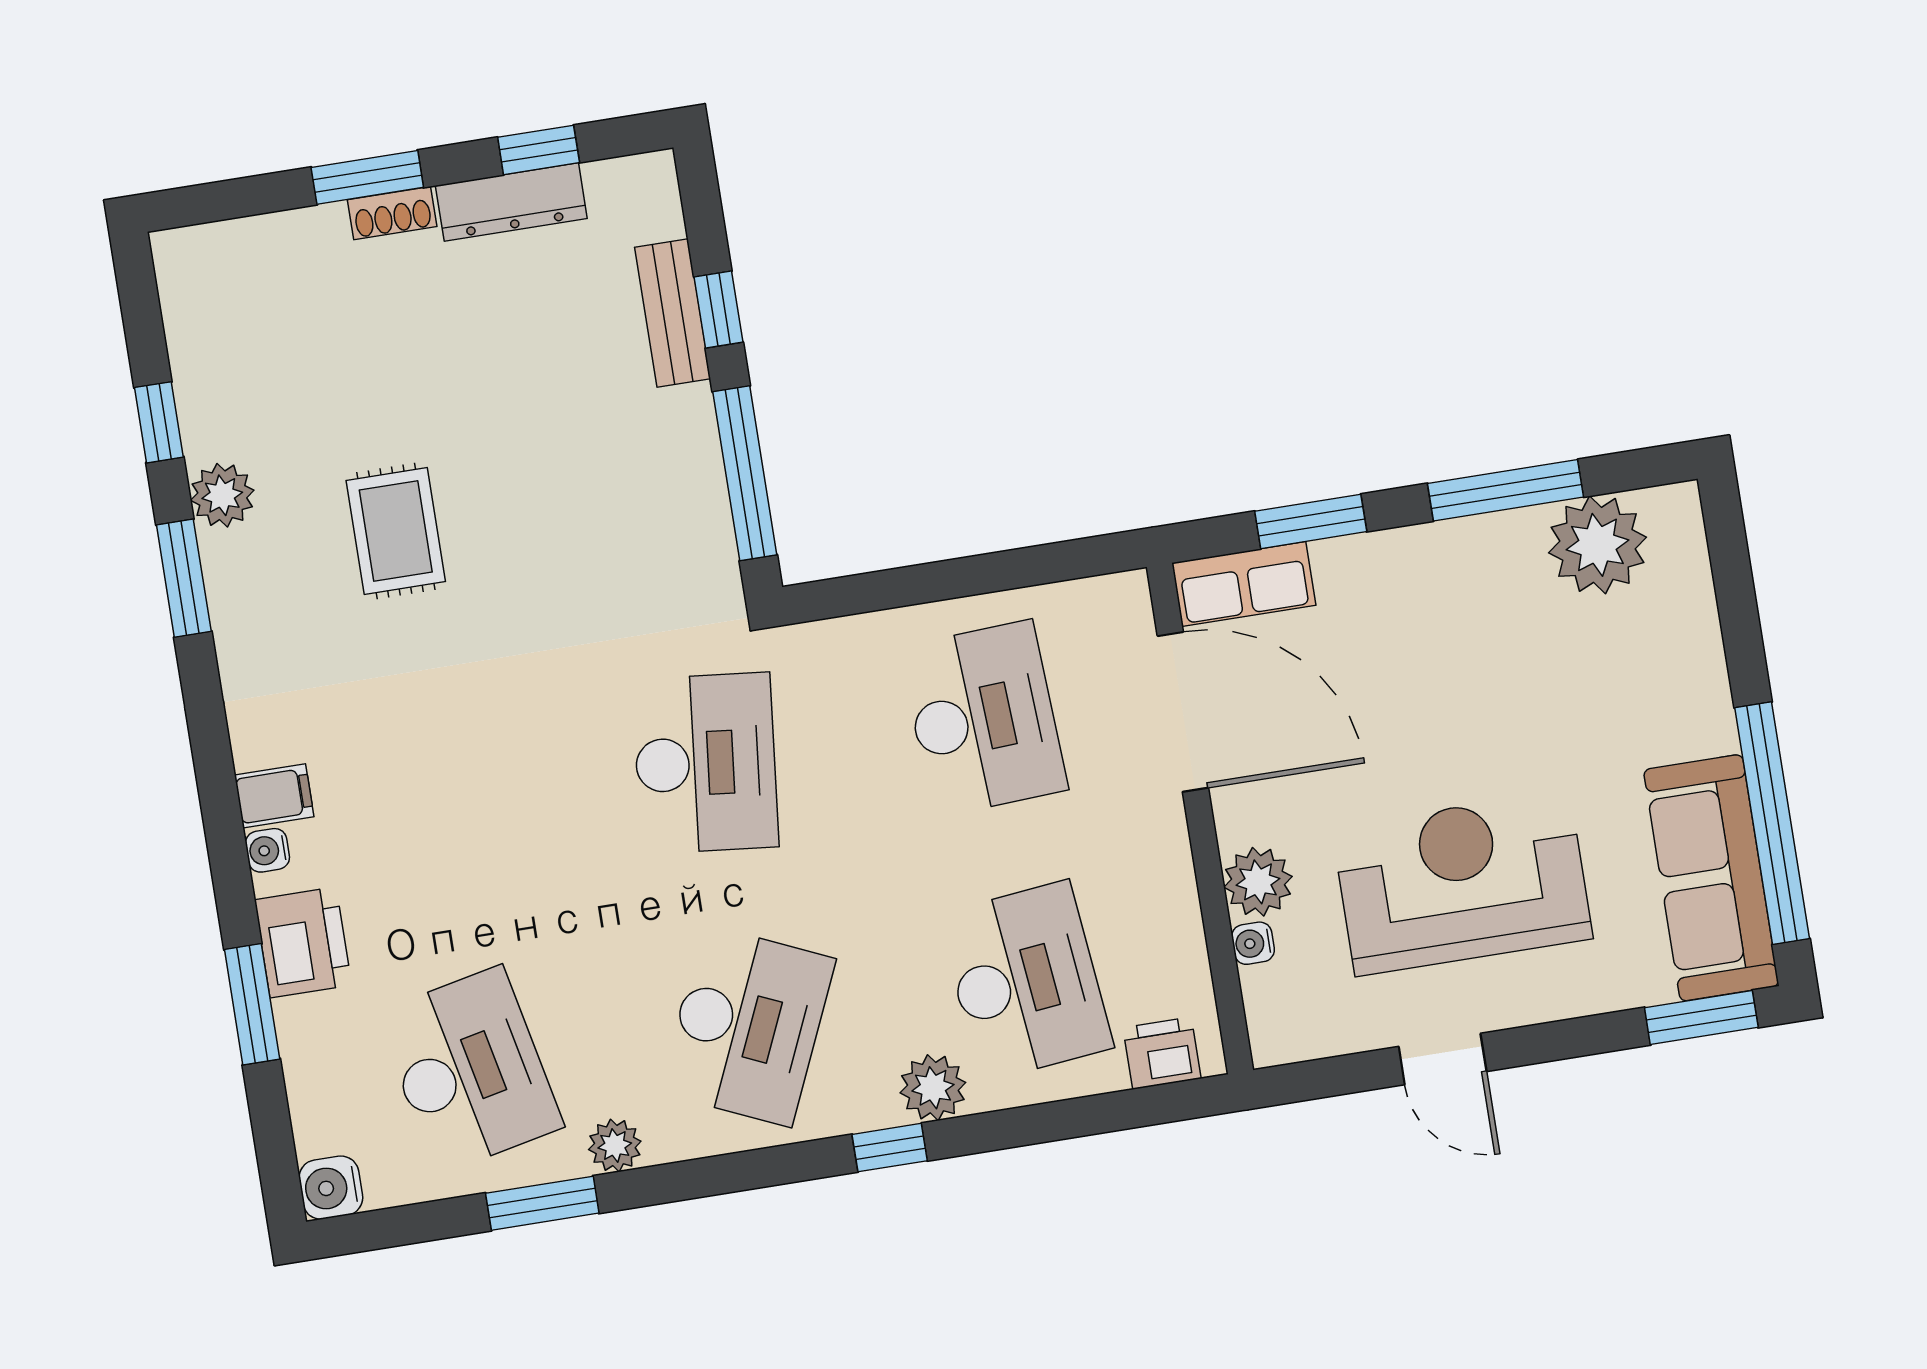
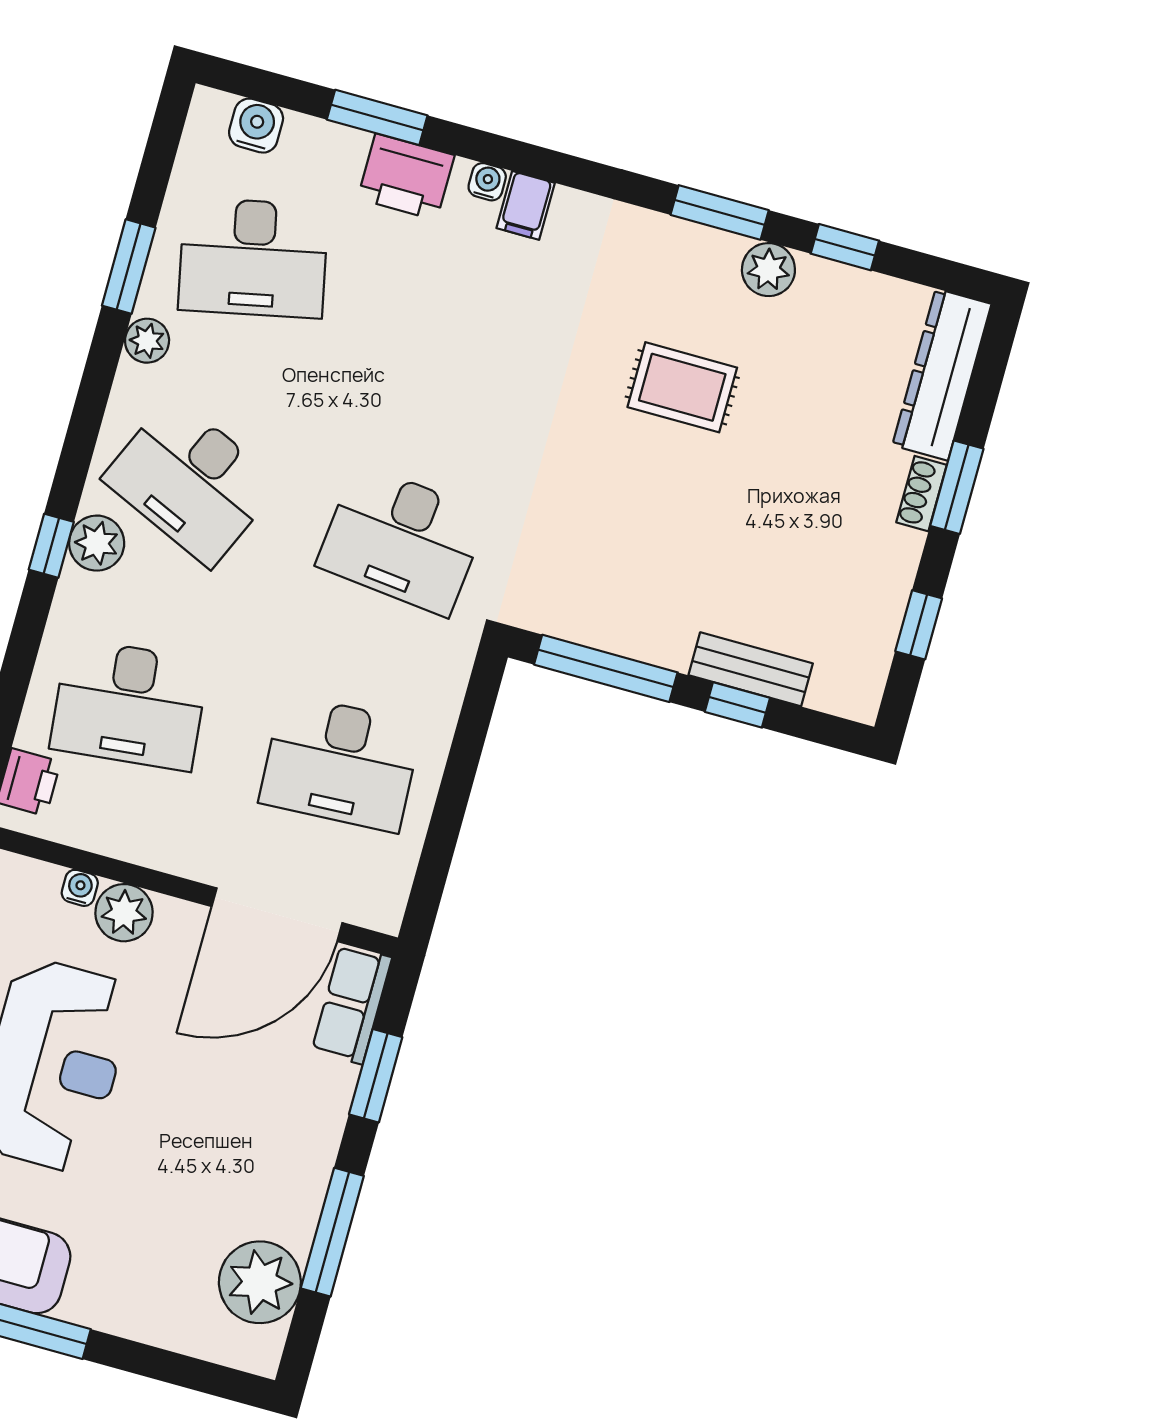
dresser: (511, 202) -> (942, 375), moved, width x1.37, depth x1.24
plant: (933, 1088) -> (97, 543), moved
water cooler: (331, 1188) -> (256, 126), moved

